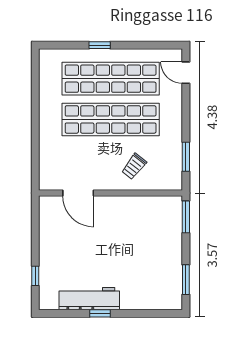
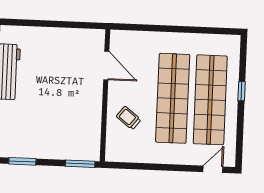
window: (186, 157) -> (136, 166), removed
door: (78, 193) -> (106, 66), swing flipped
window: (35, 276) -> (32, 23), removed

